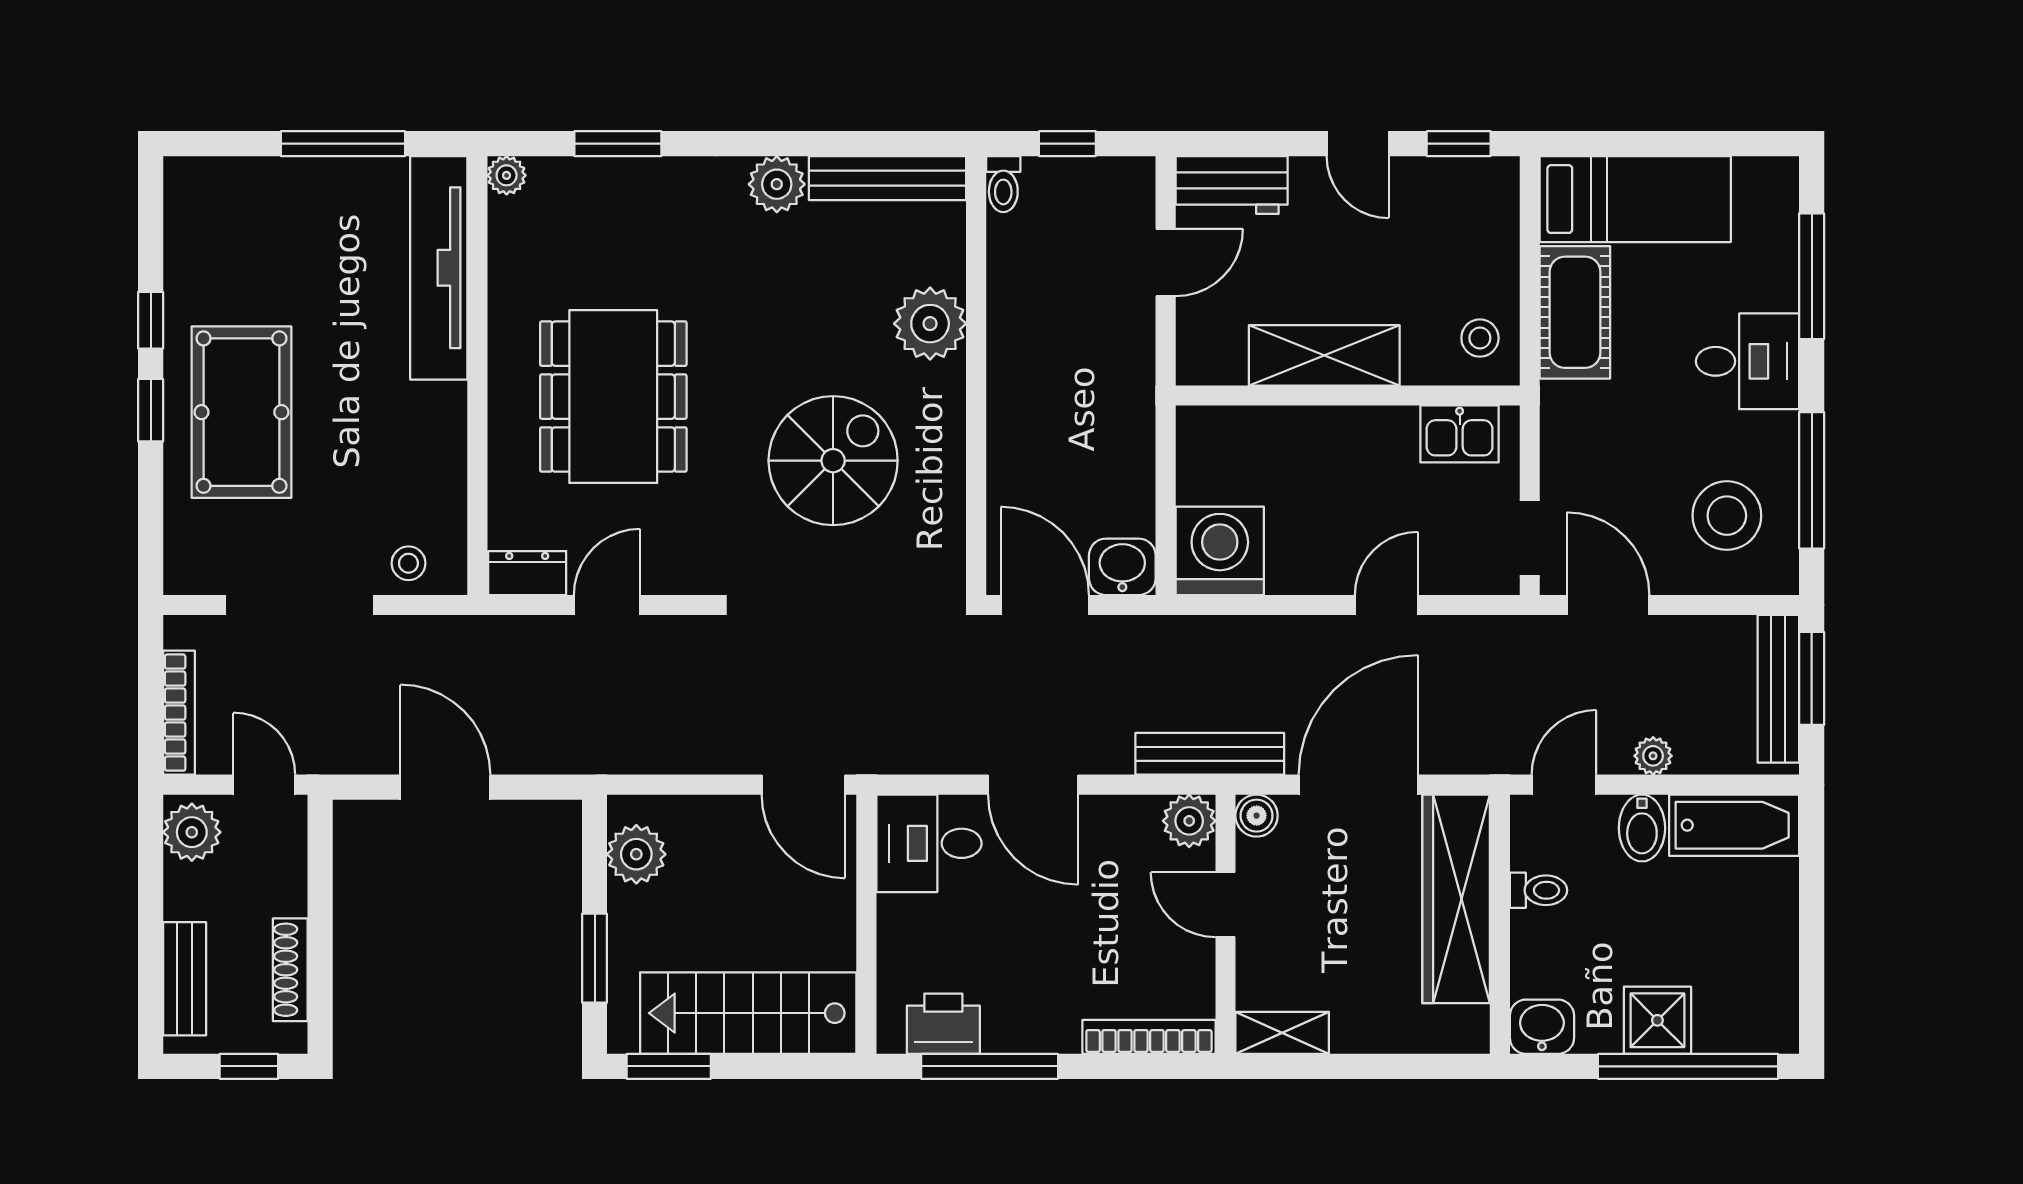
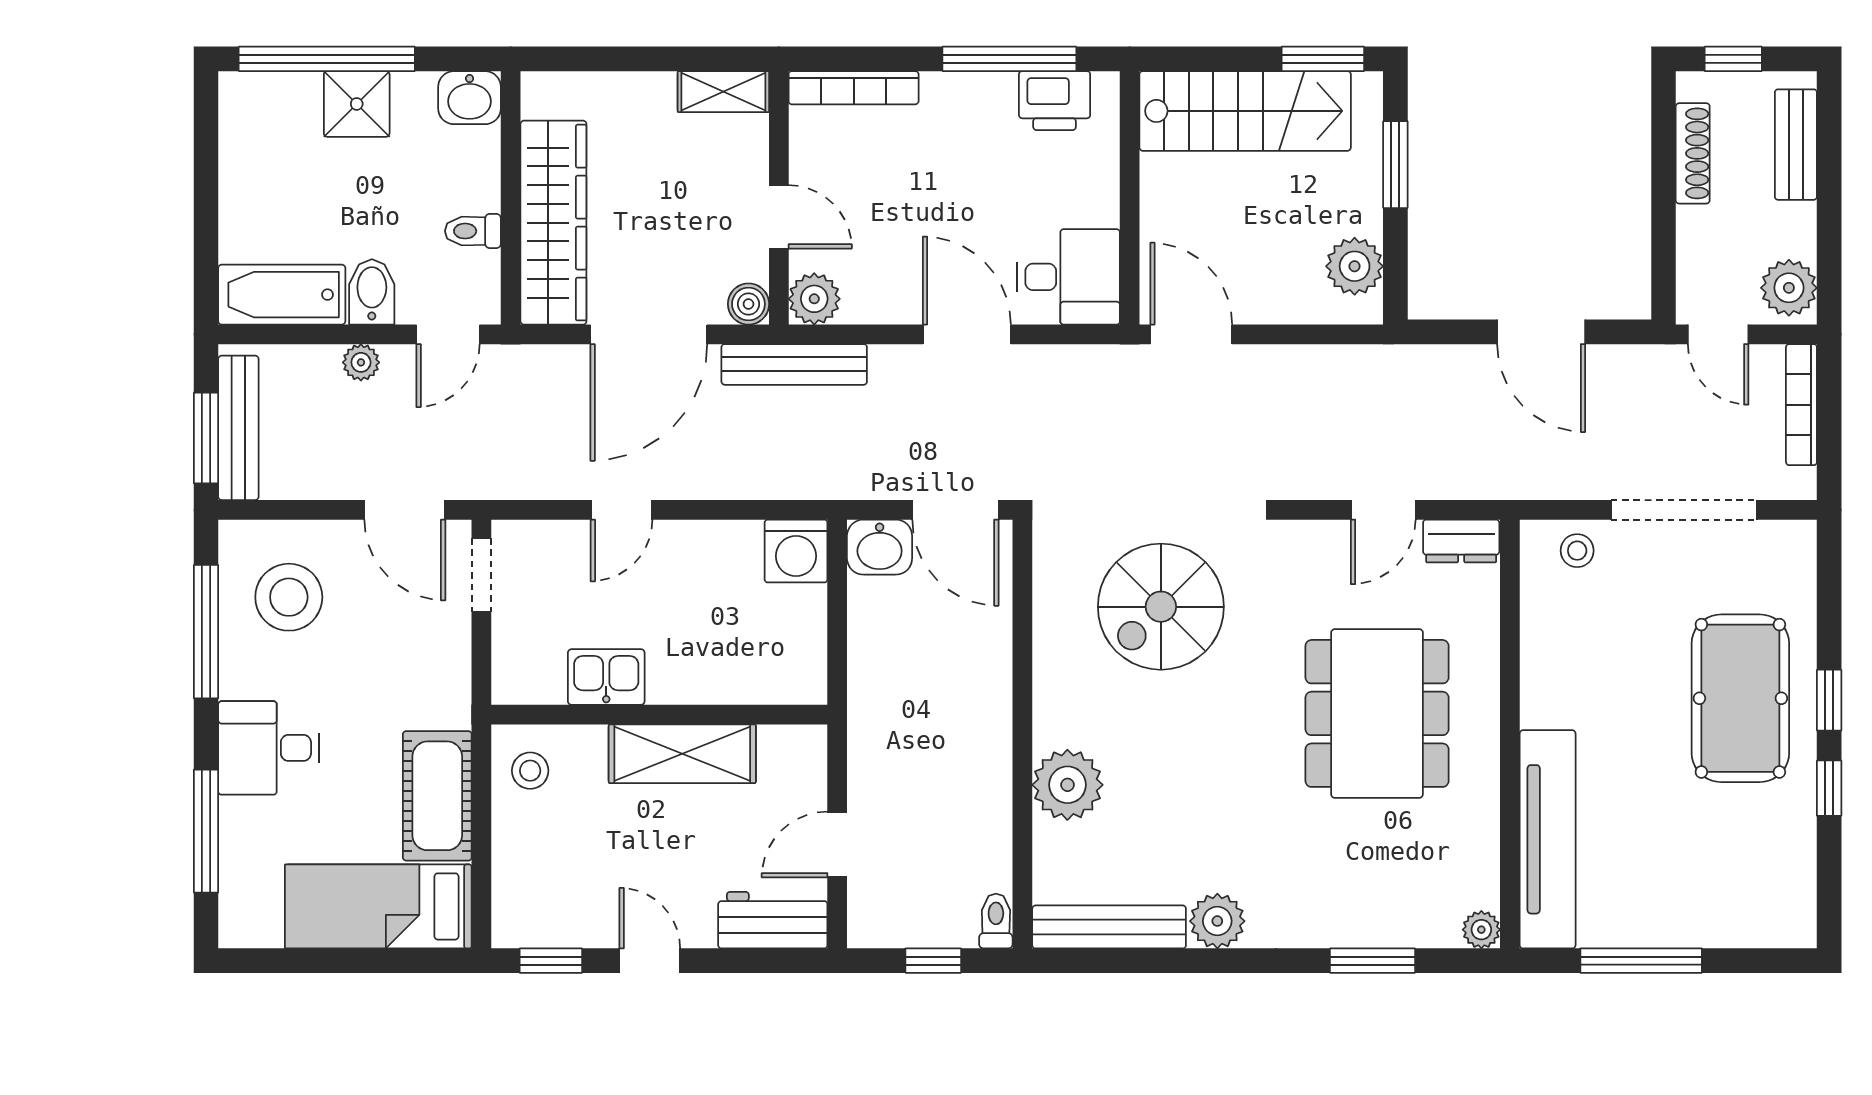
kitchen sink: (1460, 434) -> (606, 677), moved
spiral stairs: (833, 461) -> (1161, 607), moved
washing machine: (1220, 551) -> (796, 551), width x0.73, depth x0.73

